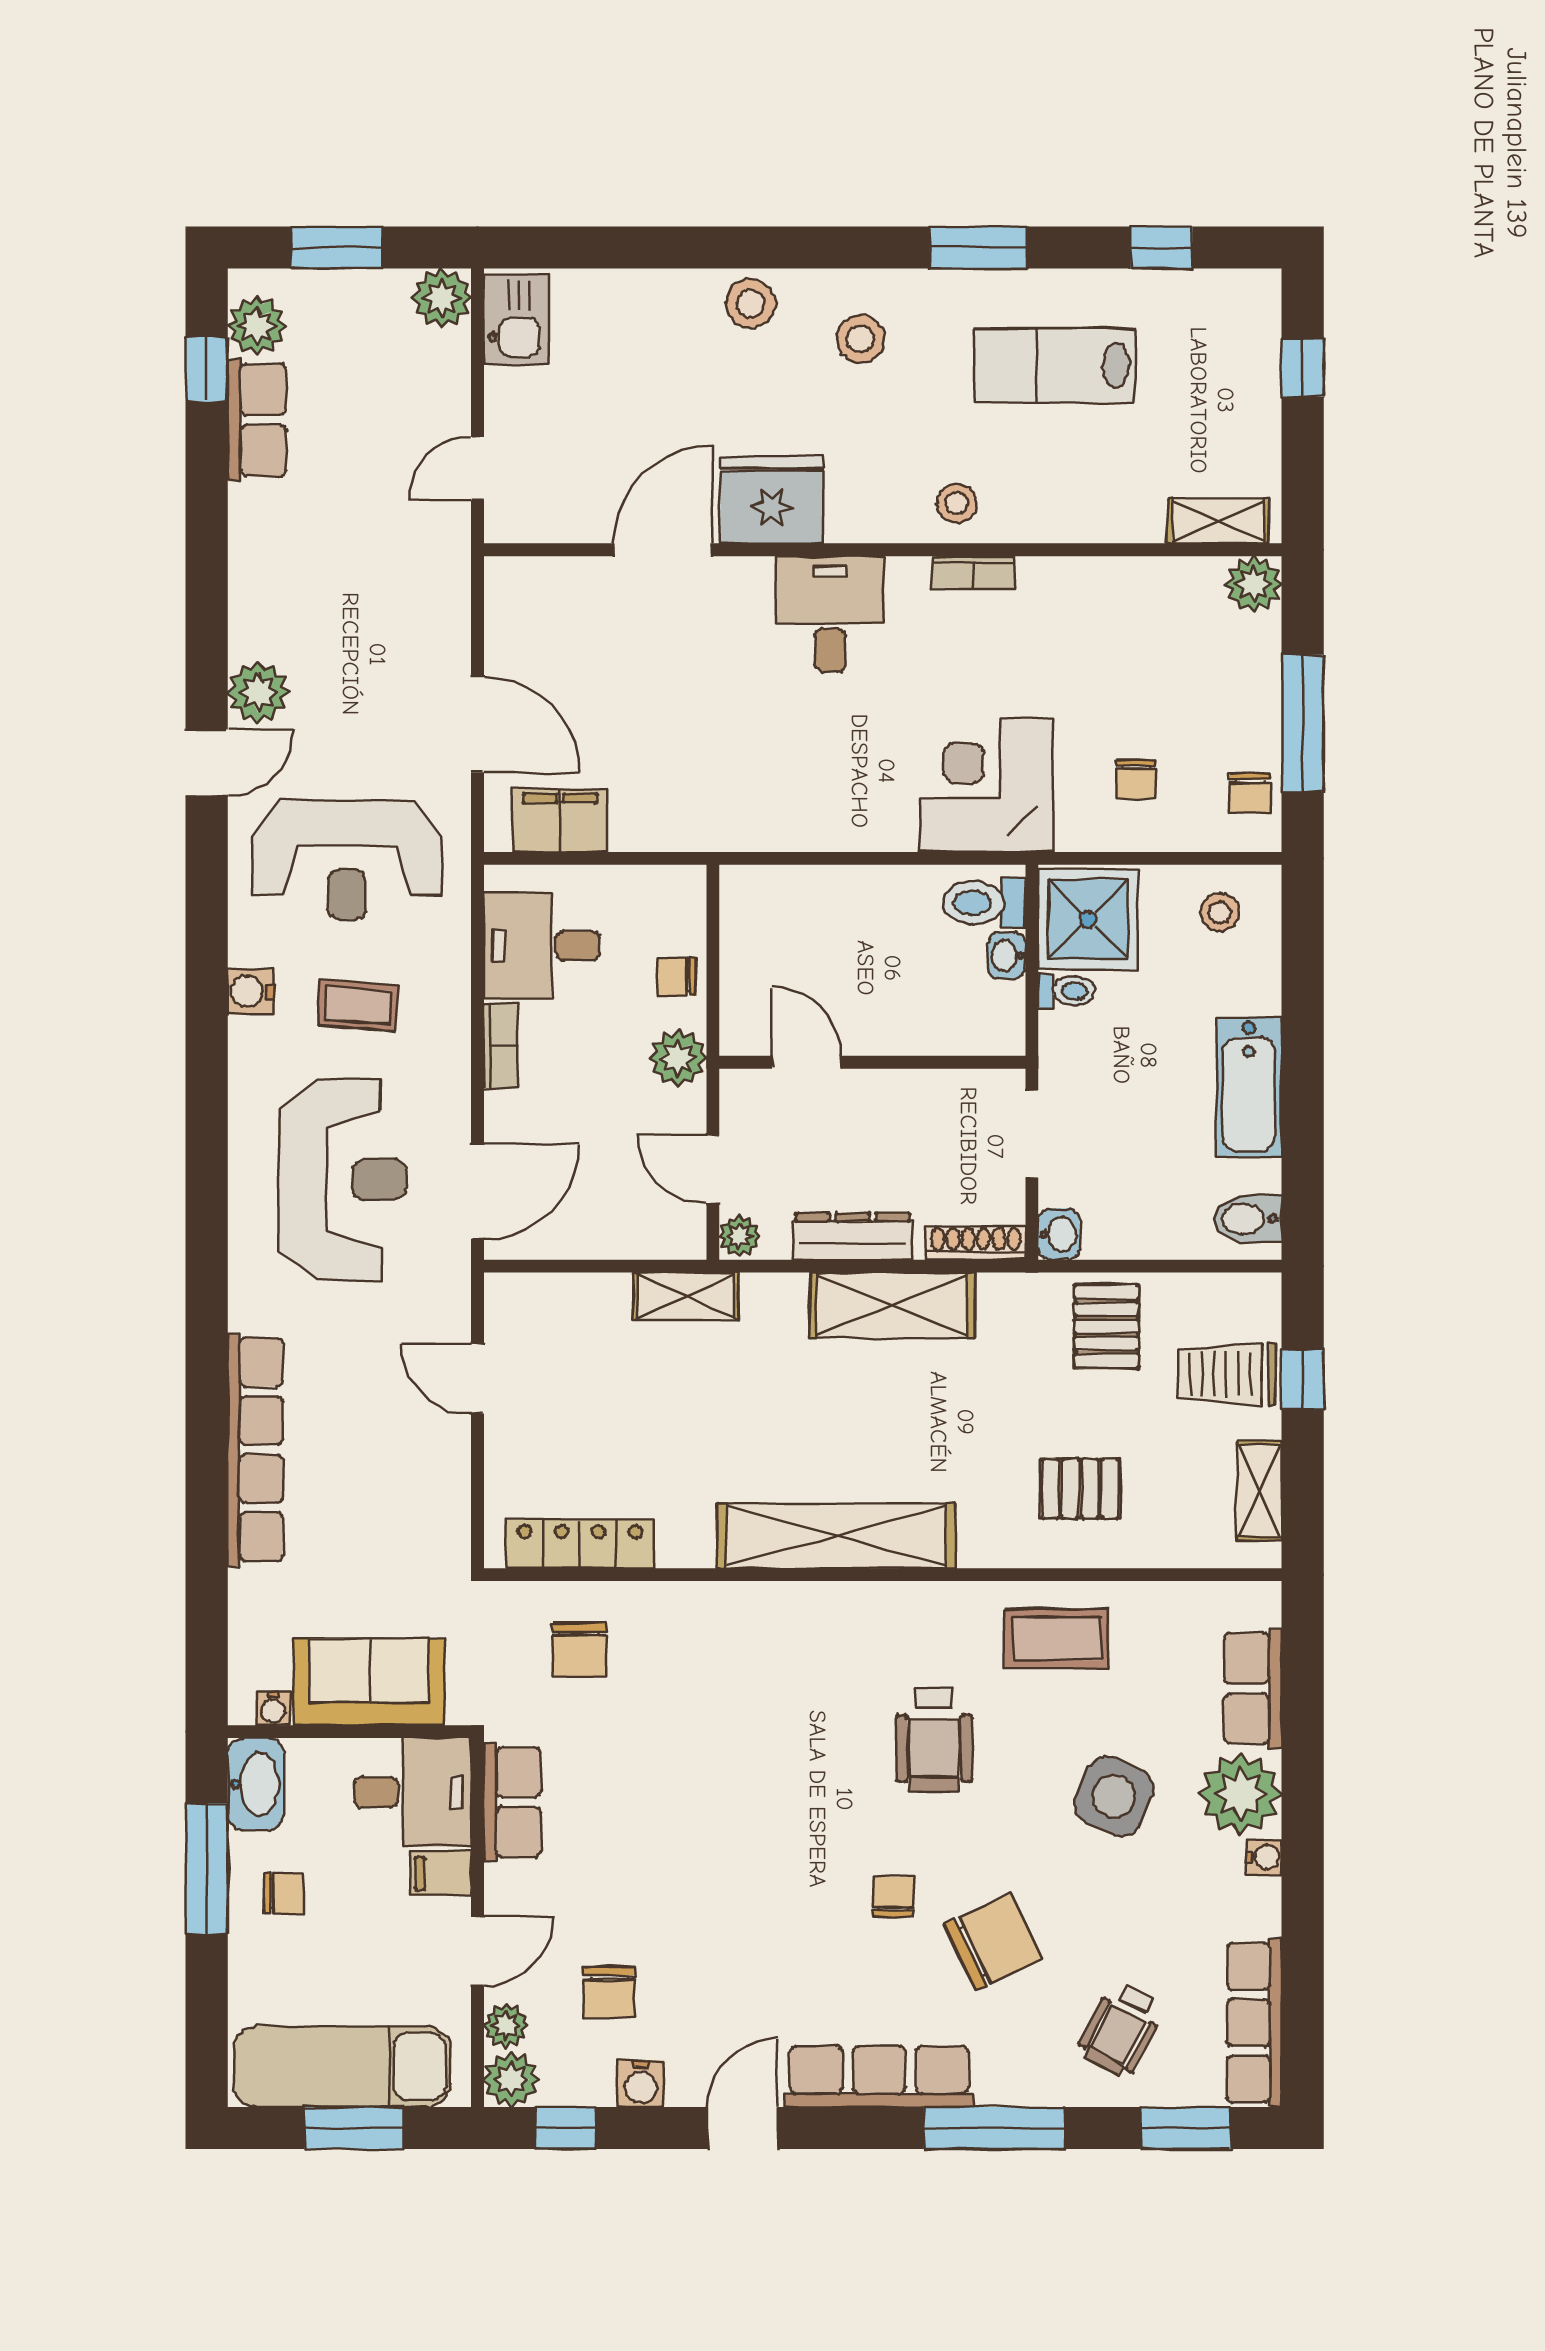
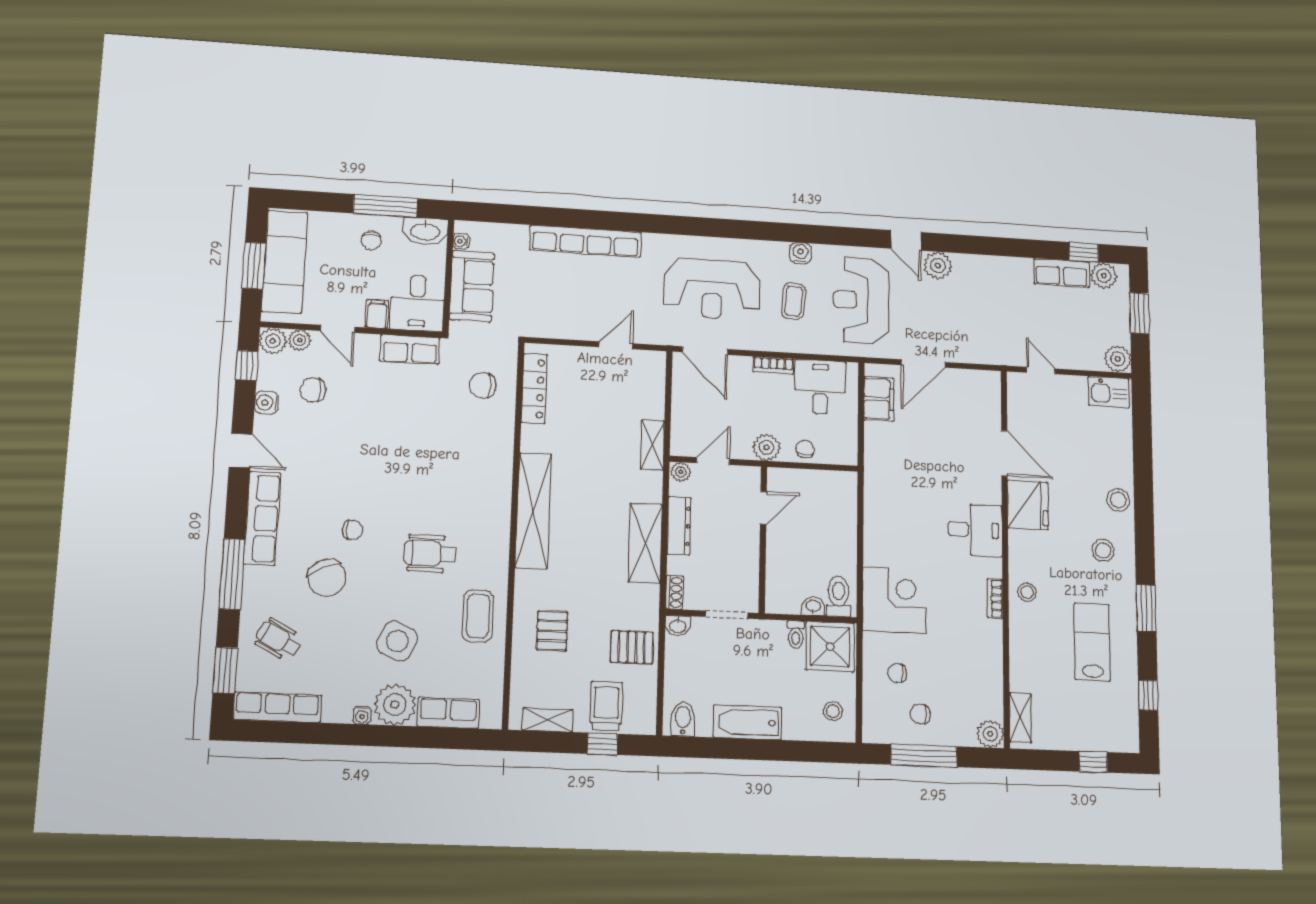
chair: (1250, 793) -> (920, 714), moved
shoe rack: (976, 1243) -> (674, 592), width x0.70

